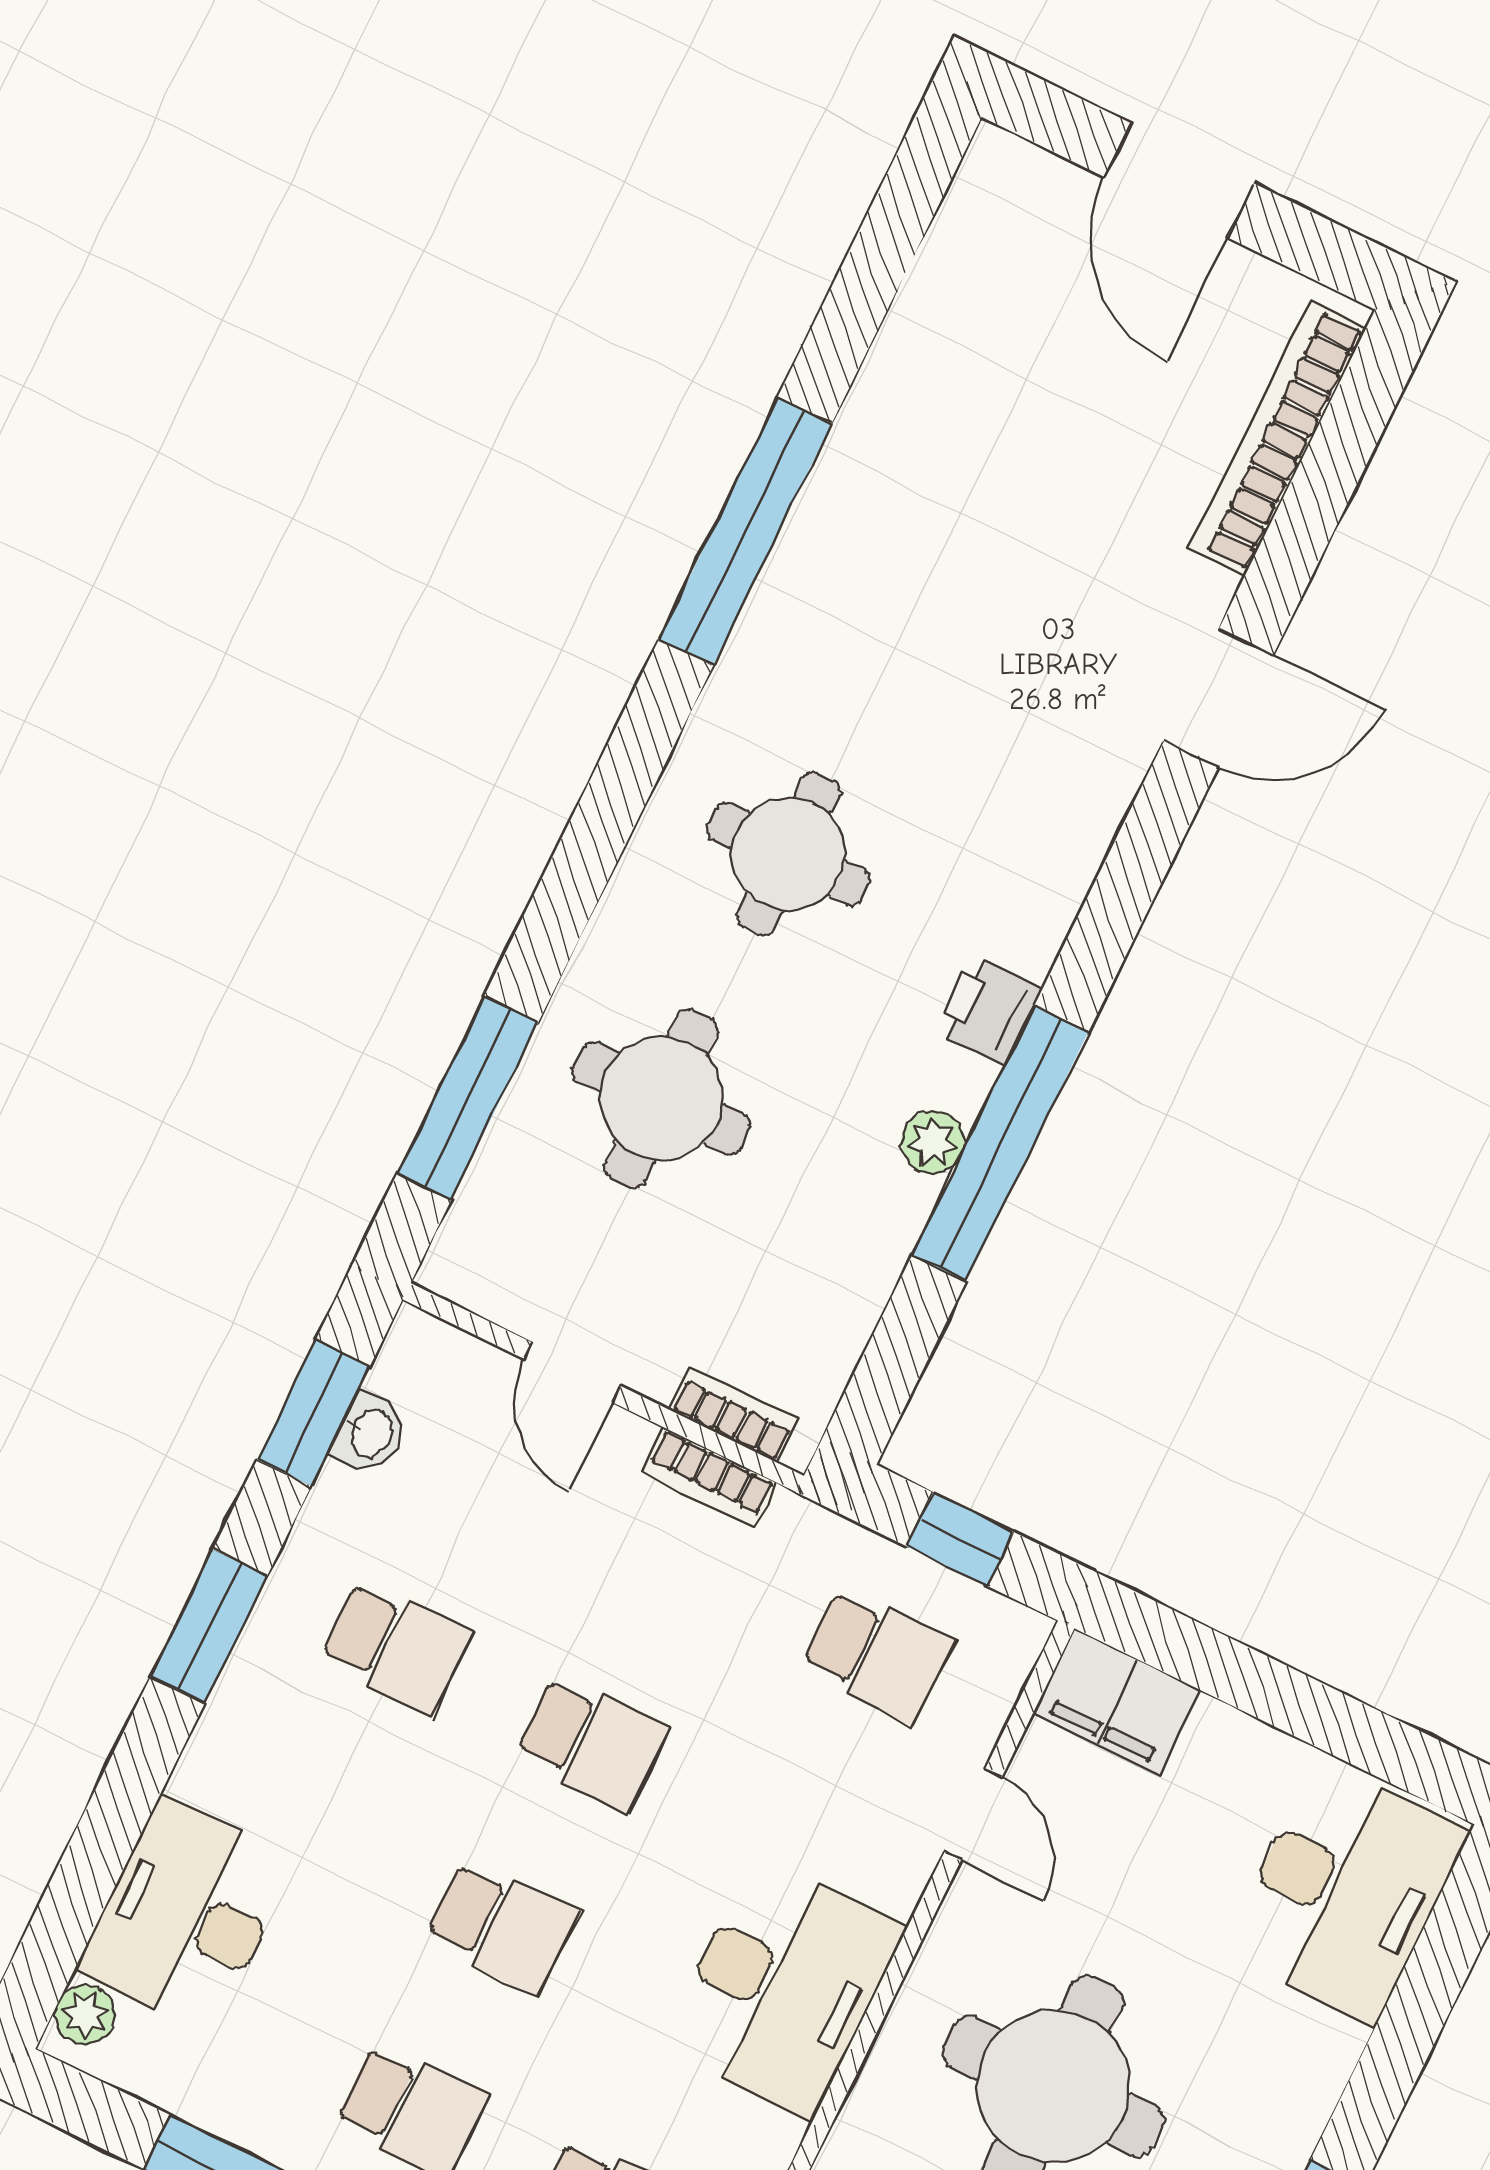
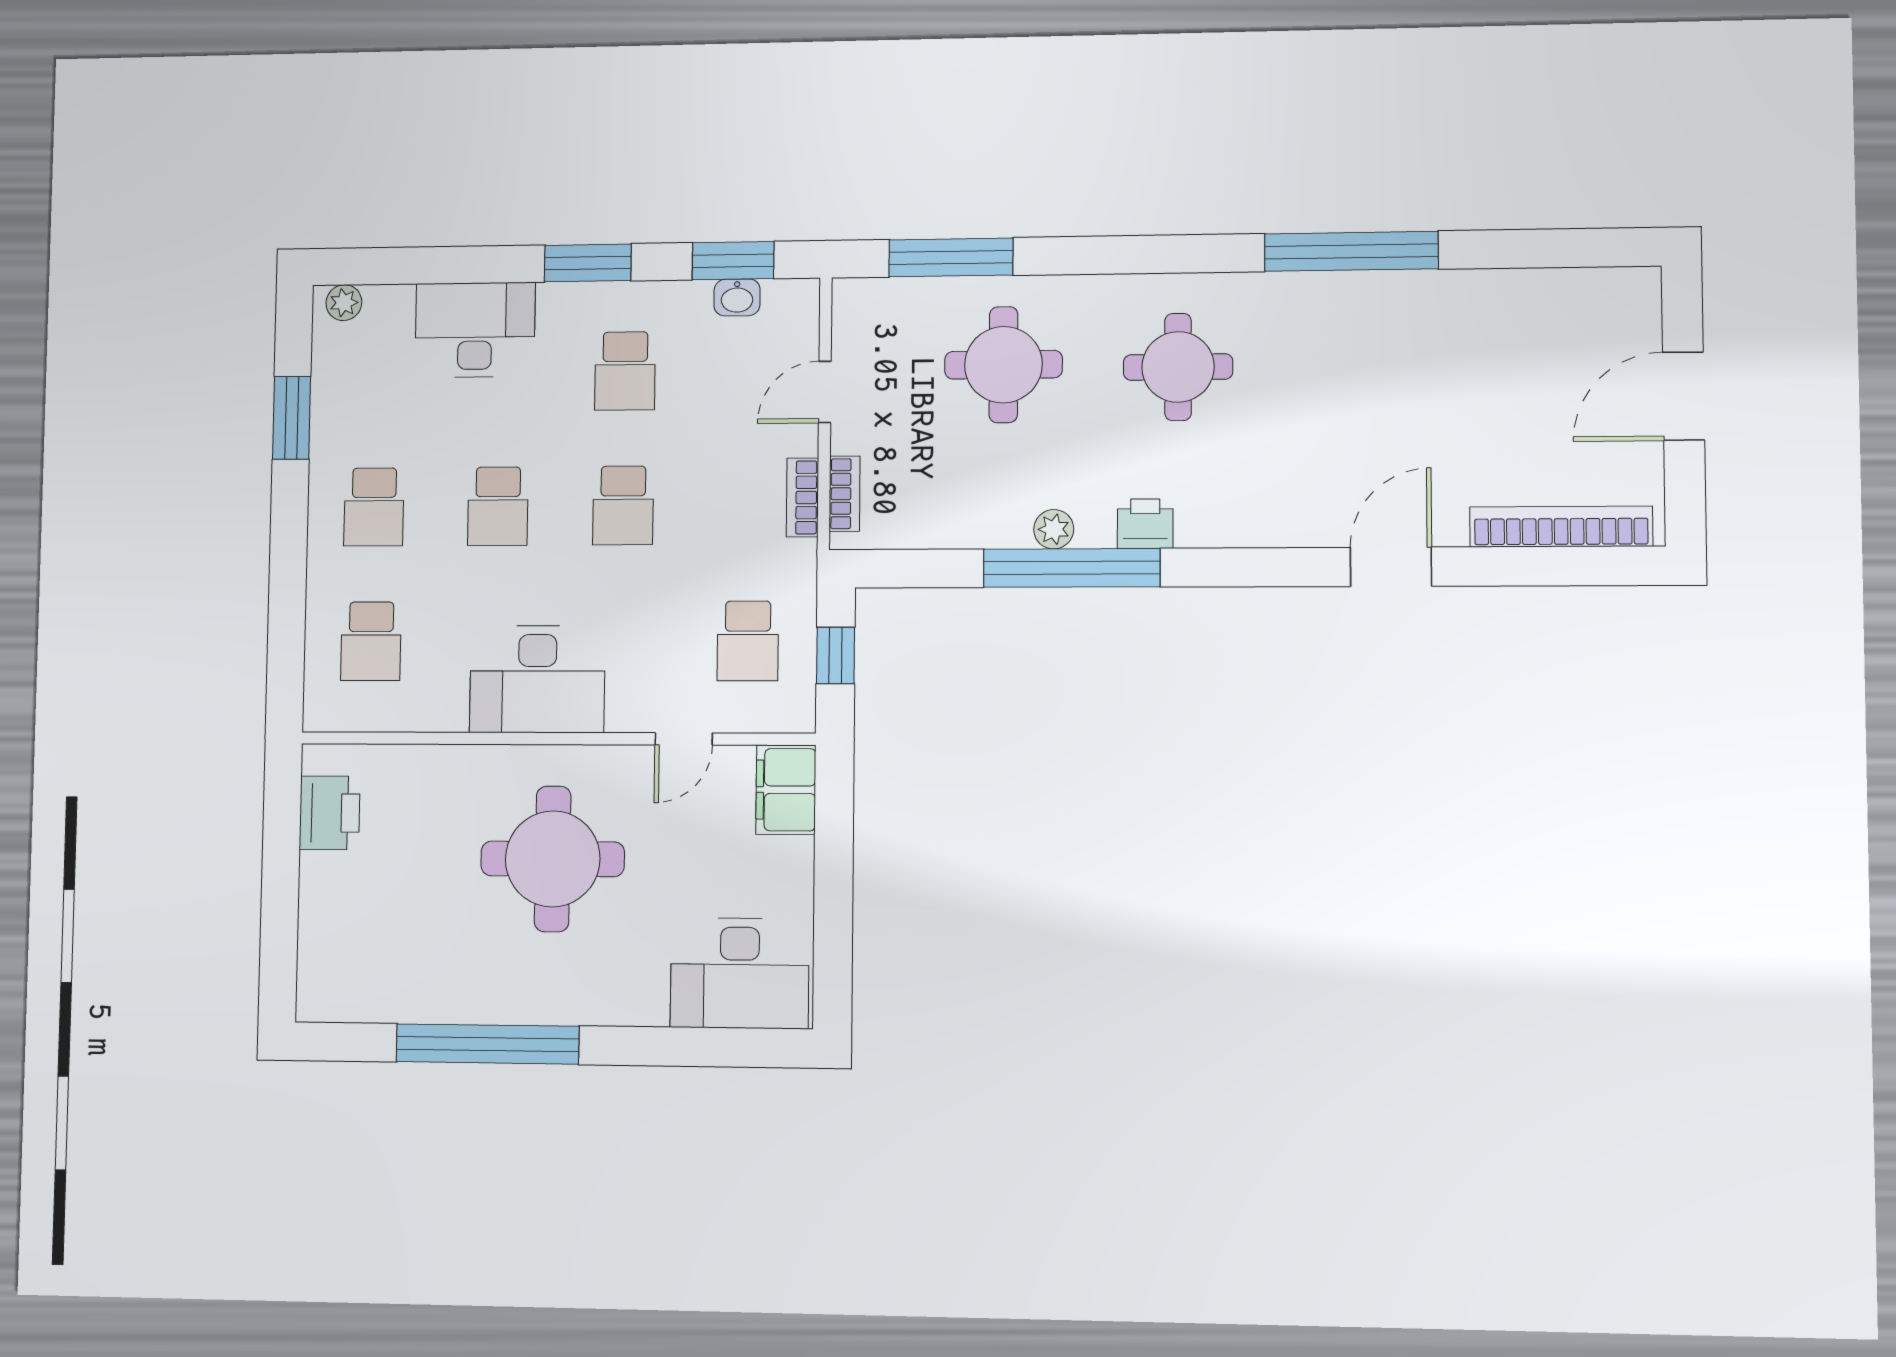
door: (1218, 698) -> (1391, 567), swing flipped
desk: (187, 1915) -> (475, 330), moved

